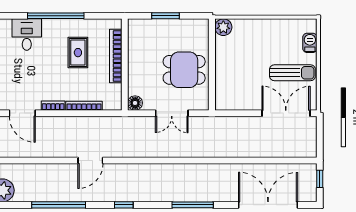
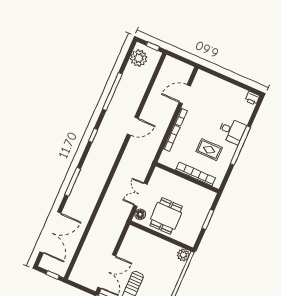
desk: (27, 35) -> (232, 131), moved
floor lamp: (135, 103) -> (140, 214), moved
door: (90, 161) -> (133, 126), swing flipped

